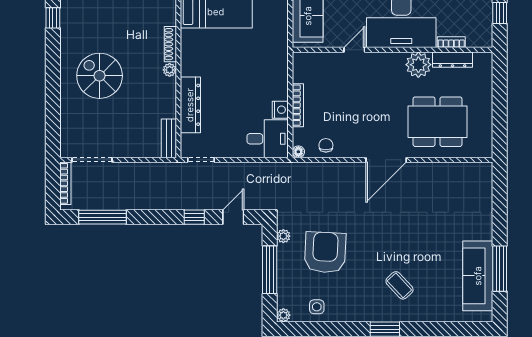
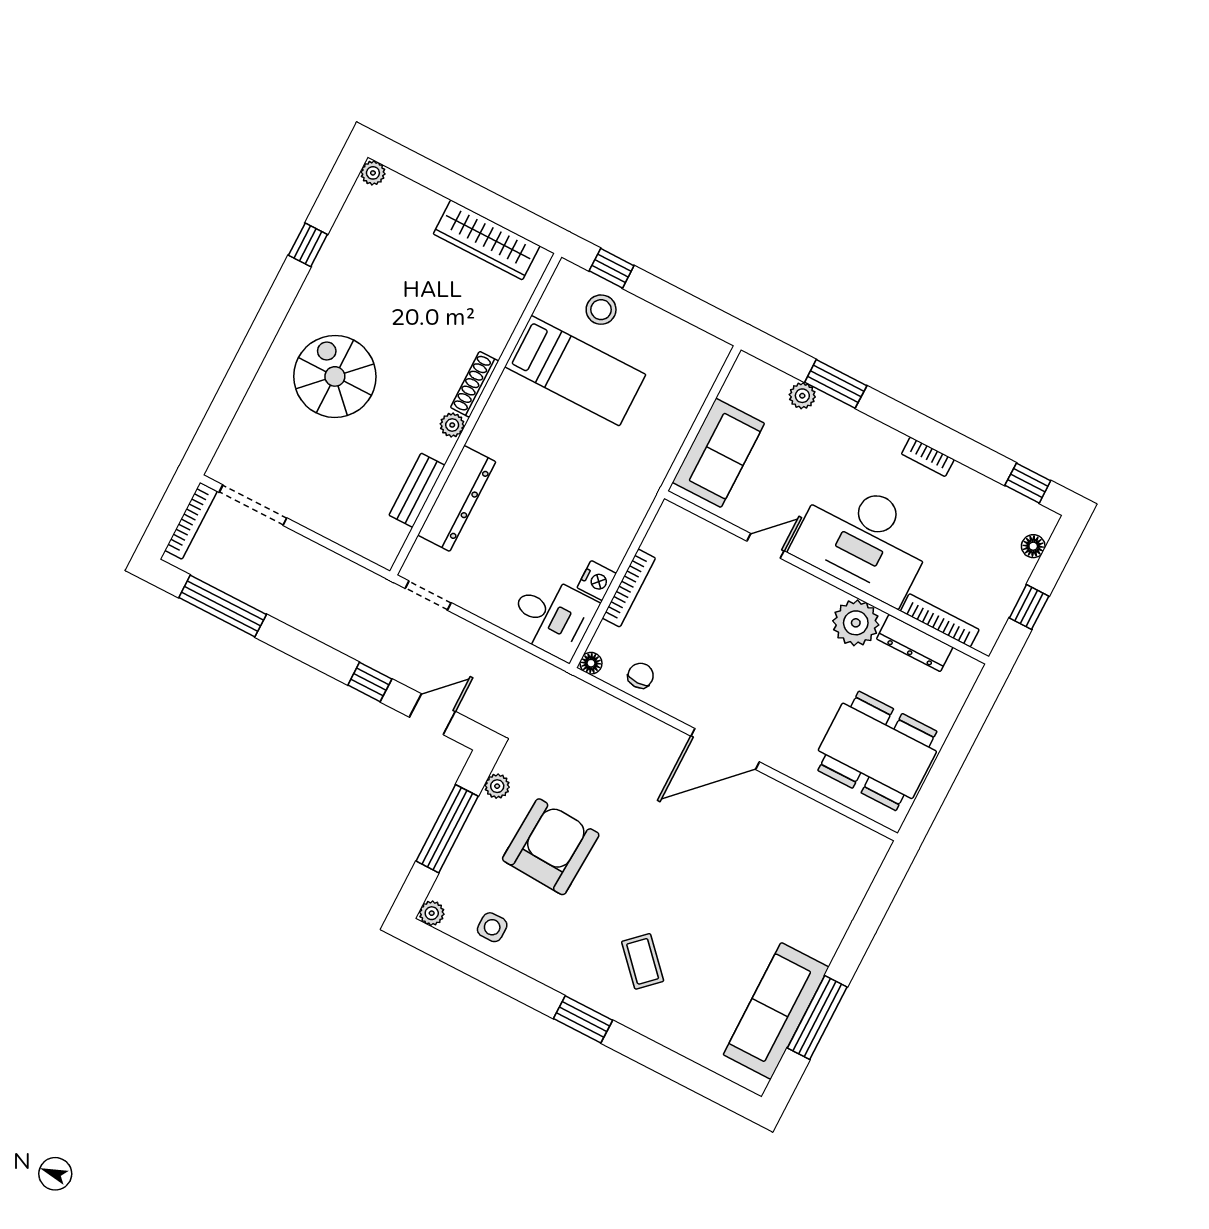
bookcase: (451, 42) -> (940, 620), width x1.56
dining table: (437, 122) -> (877, 751), moved
bench: (169, 138) -> (417, 490), moved

